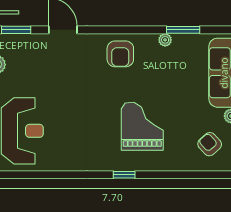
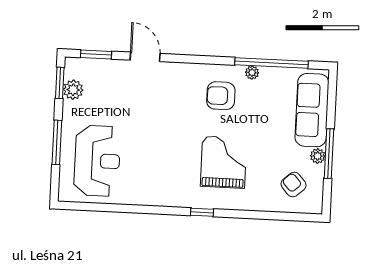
window: (183, 30) -> (271, 63), width x2.11
armchair: (120, 54) -> (221, 96), moved, turned 90

